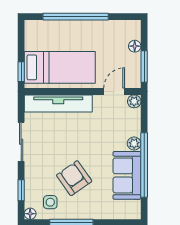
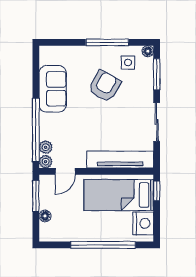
nightstand: (35, 39) -> (143, 223), added
plant: (134, 143) -> (46, 147), moved
window: (144, 165) -> (36, 130), moved
armchair: (74, 178) -> (105, 86), turned -116
window: (21, 190) -> (157, 74), width x1.50

